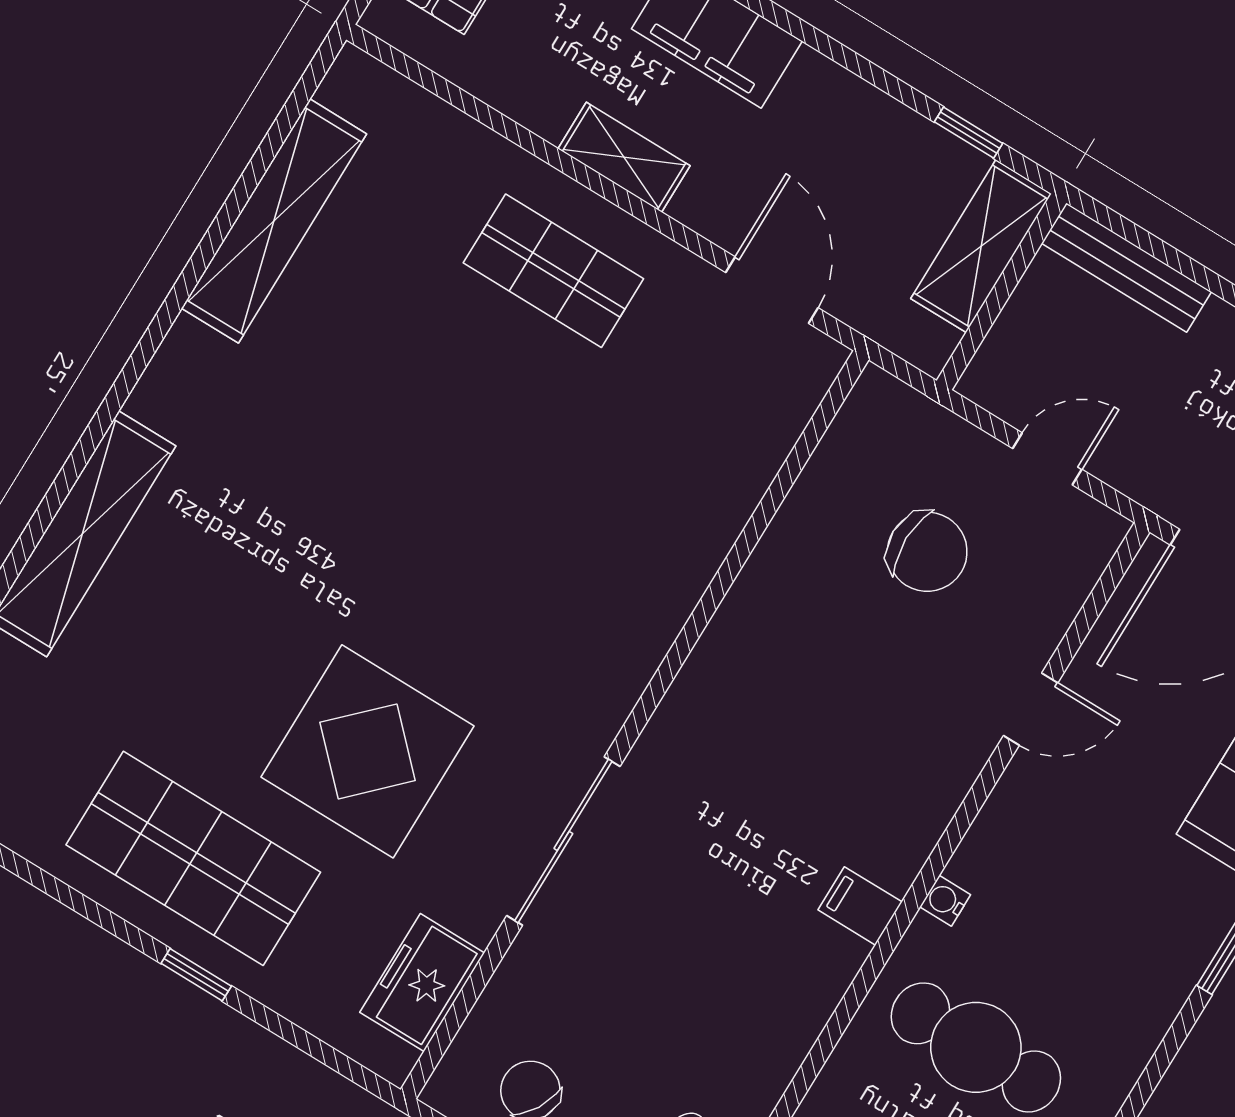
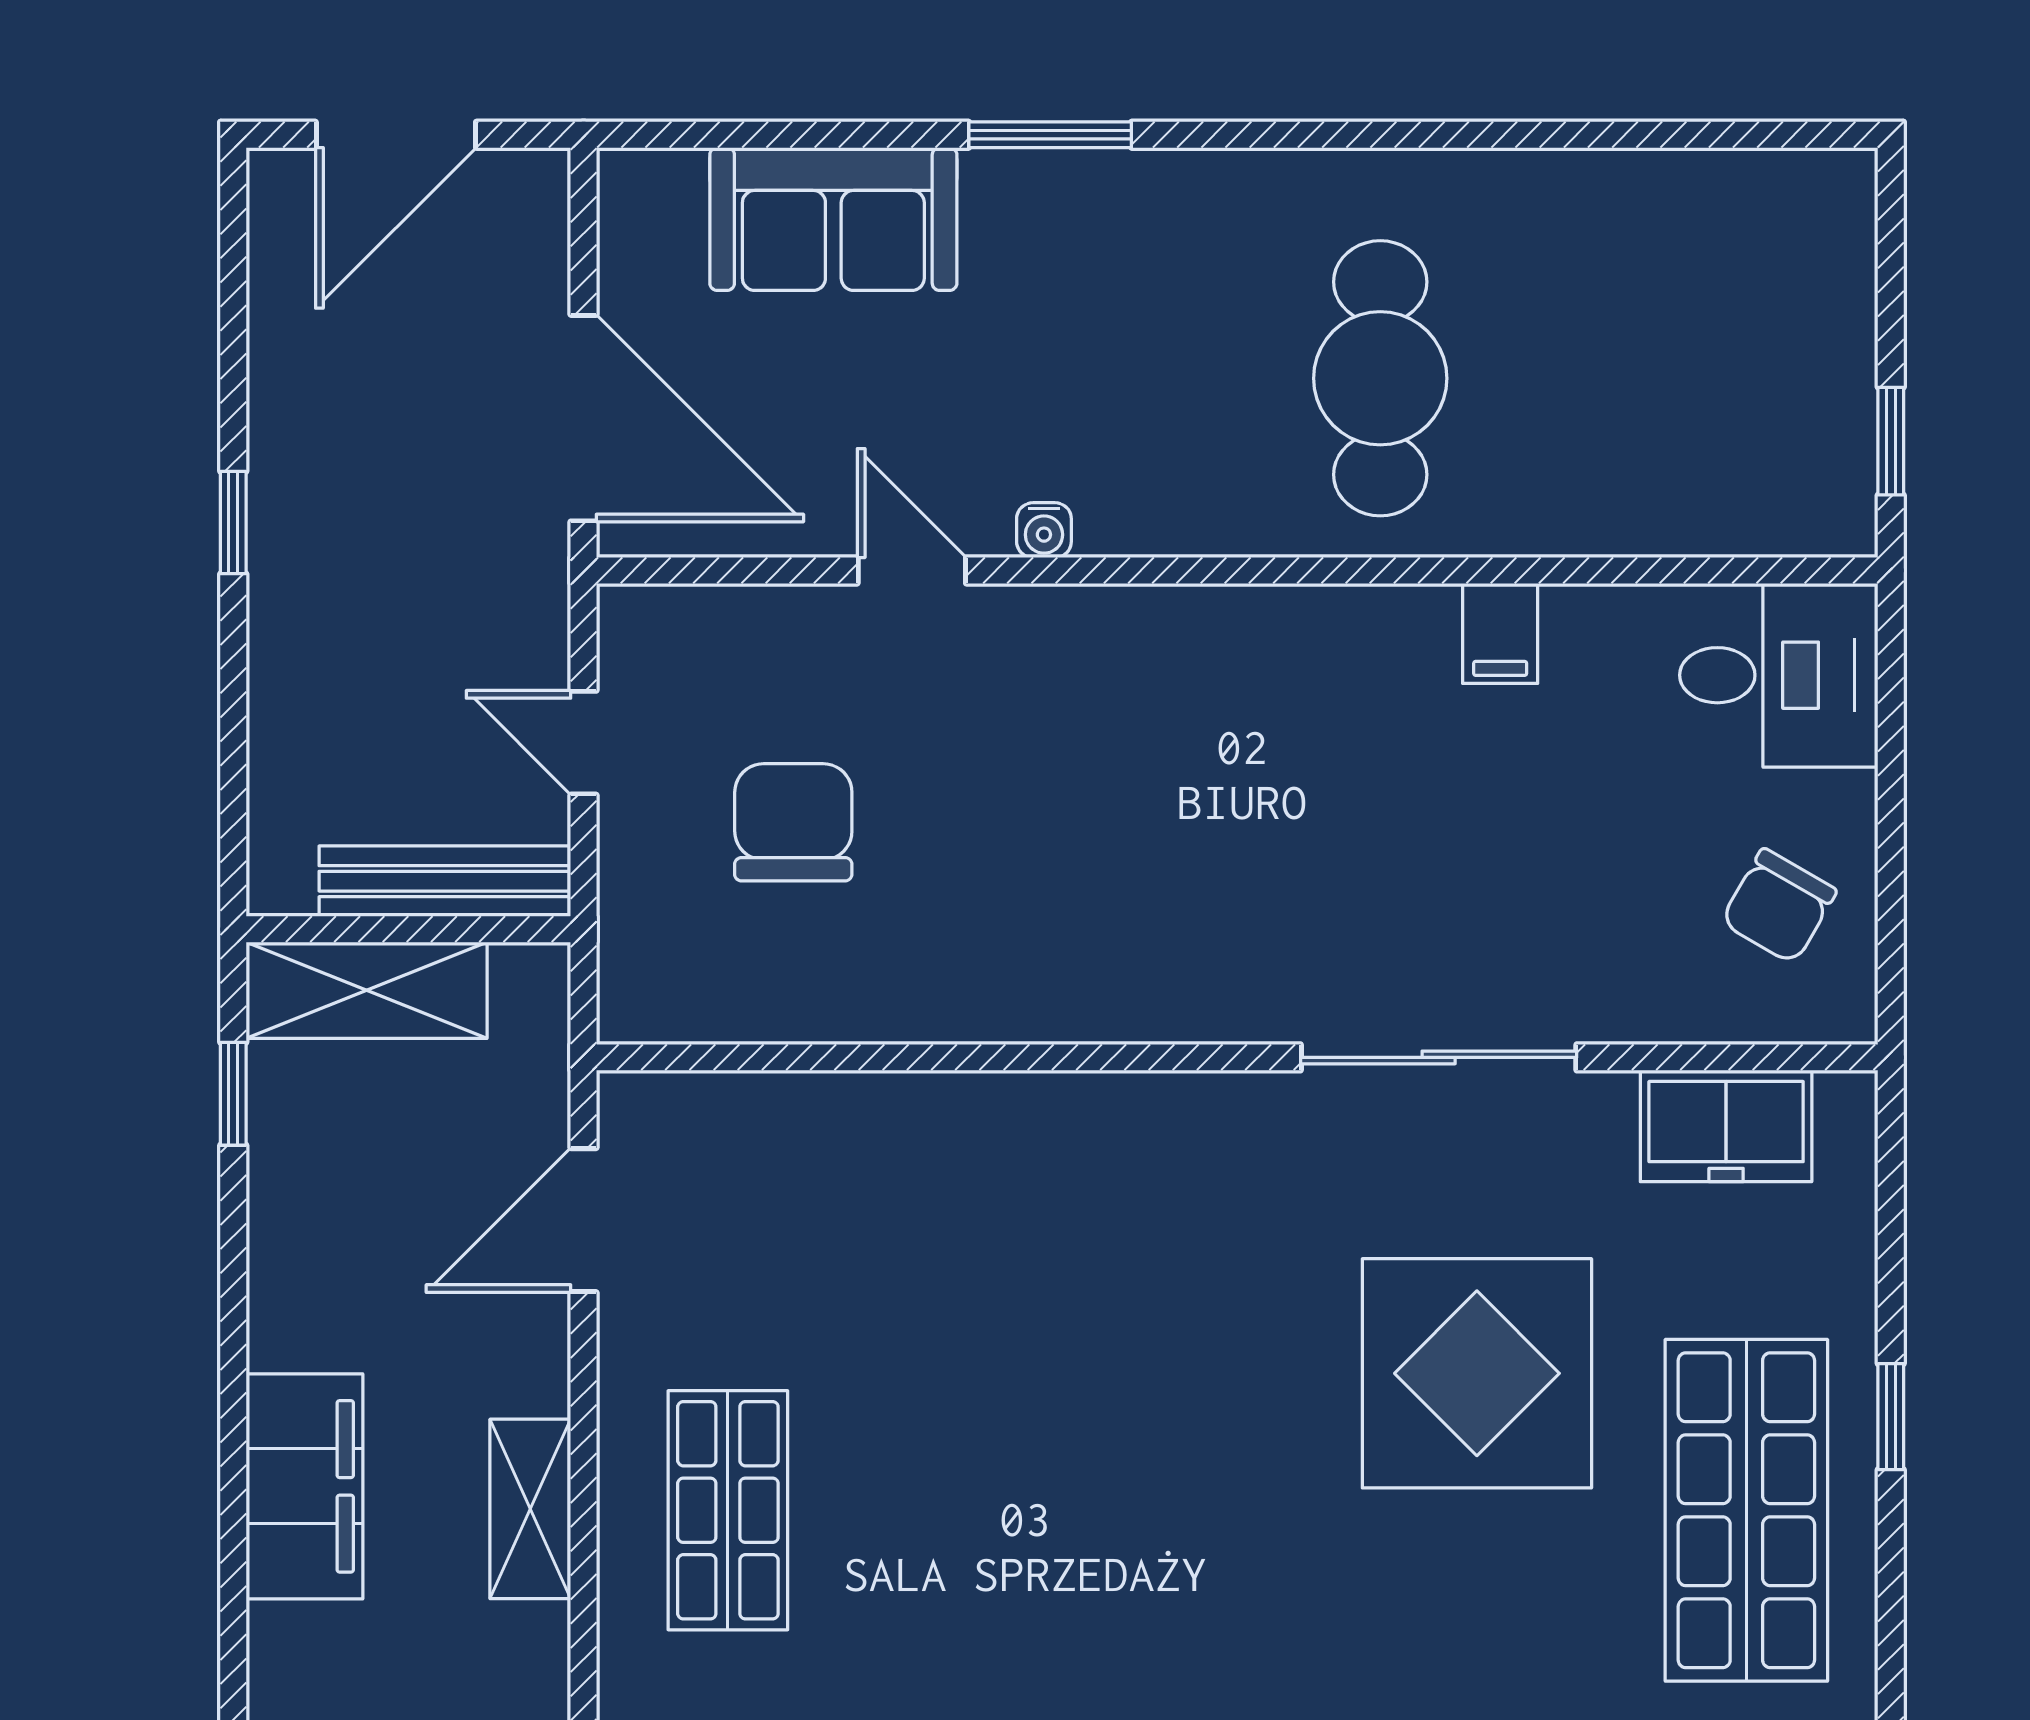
bench: (1127, 268) -> (445, 881), moved, turned 90
water cooler: (945, 901) -> (1044, 530), moved
filing cabinet: (860, 906) -> (1500, 633), moved

